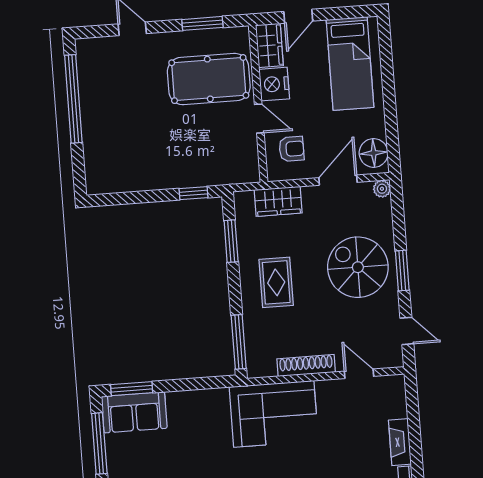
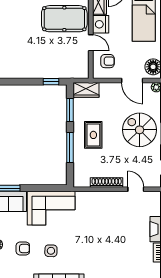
door: (338, 180) -> (132, 80), swing flipped
wardrobe: (278, 201) -> (86, 90), moved
window: (239, 342) -> (70, 147), moved
corner sofa: (274, 414) -> (51, 208), moved

